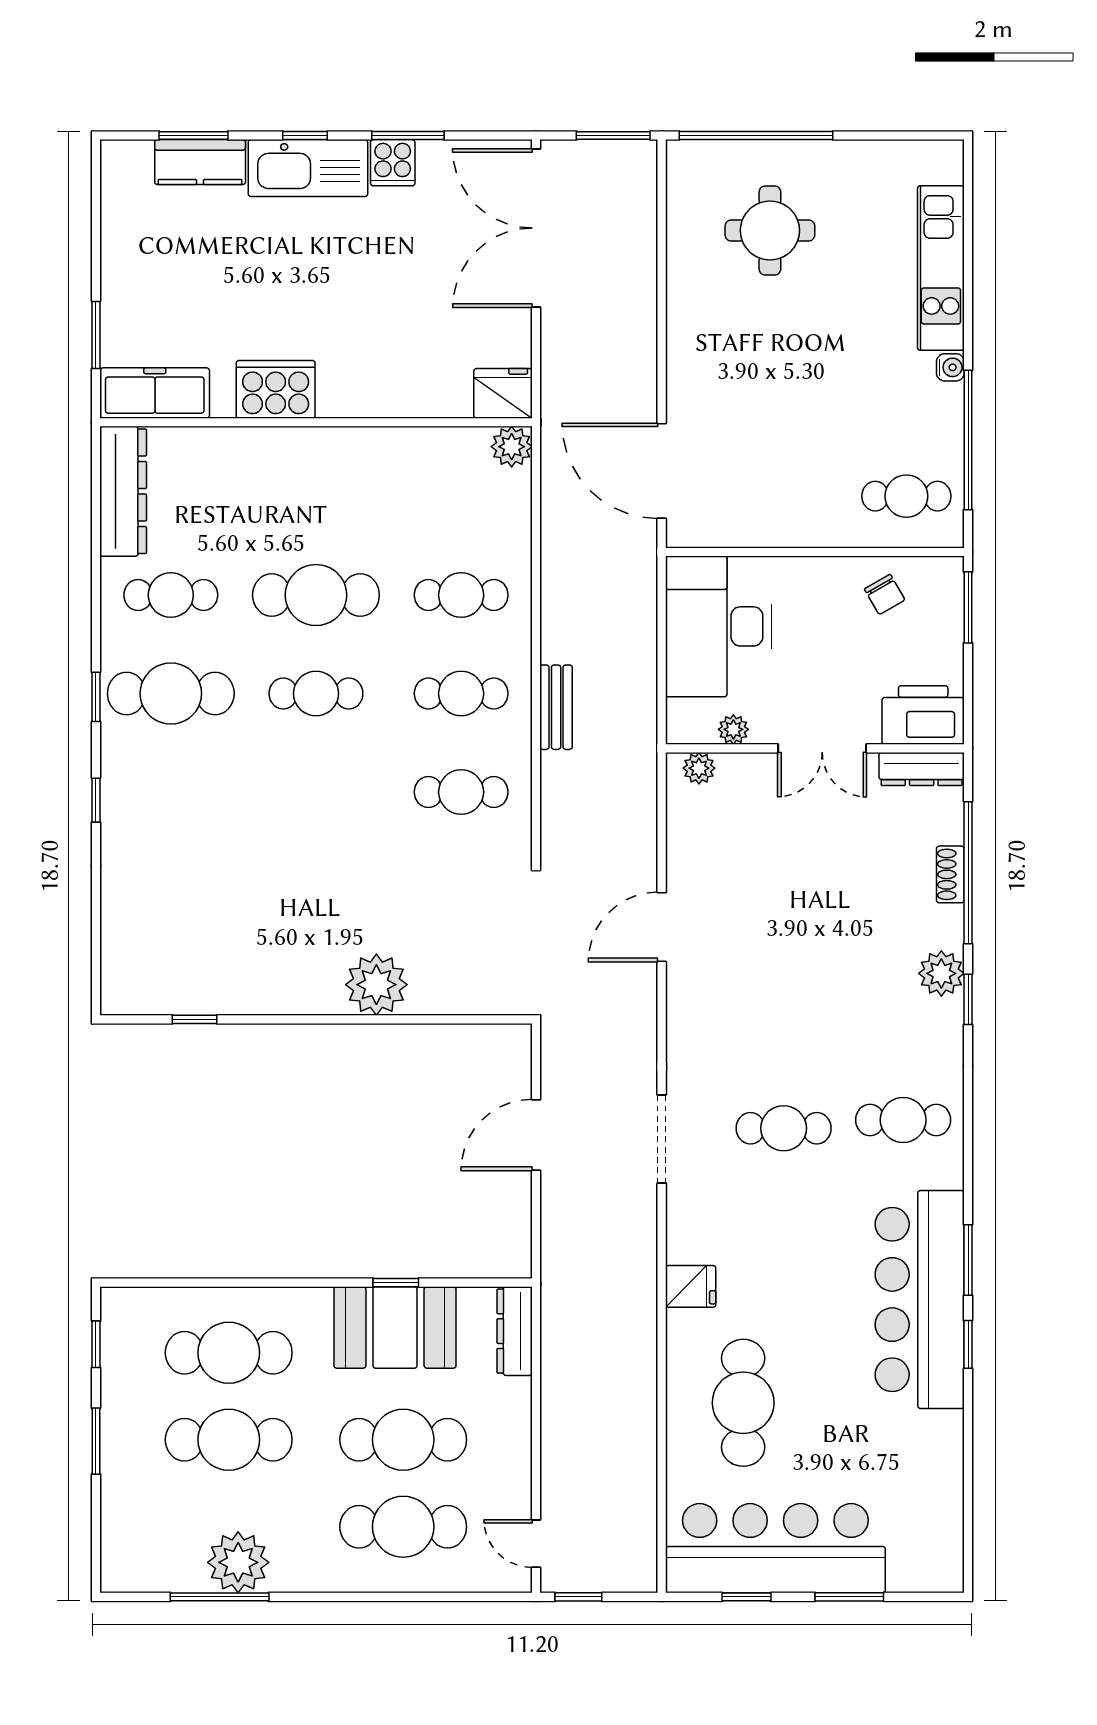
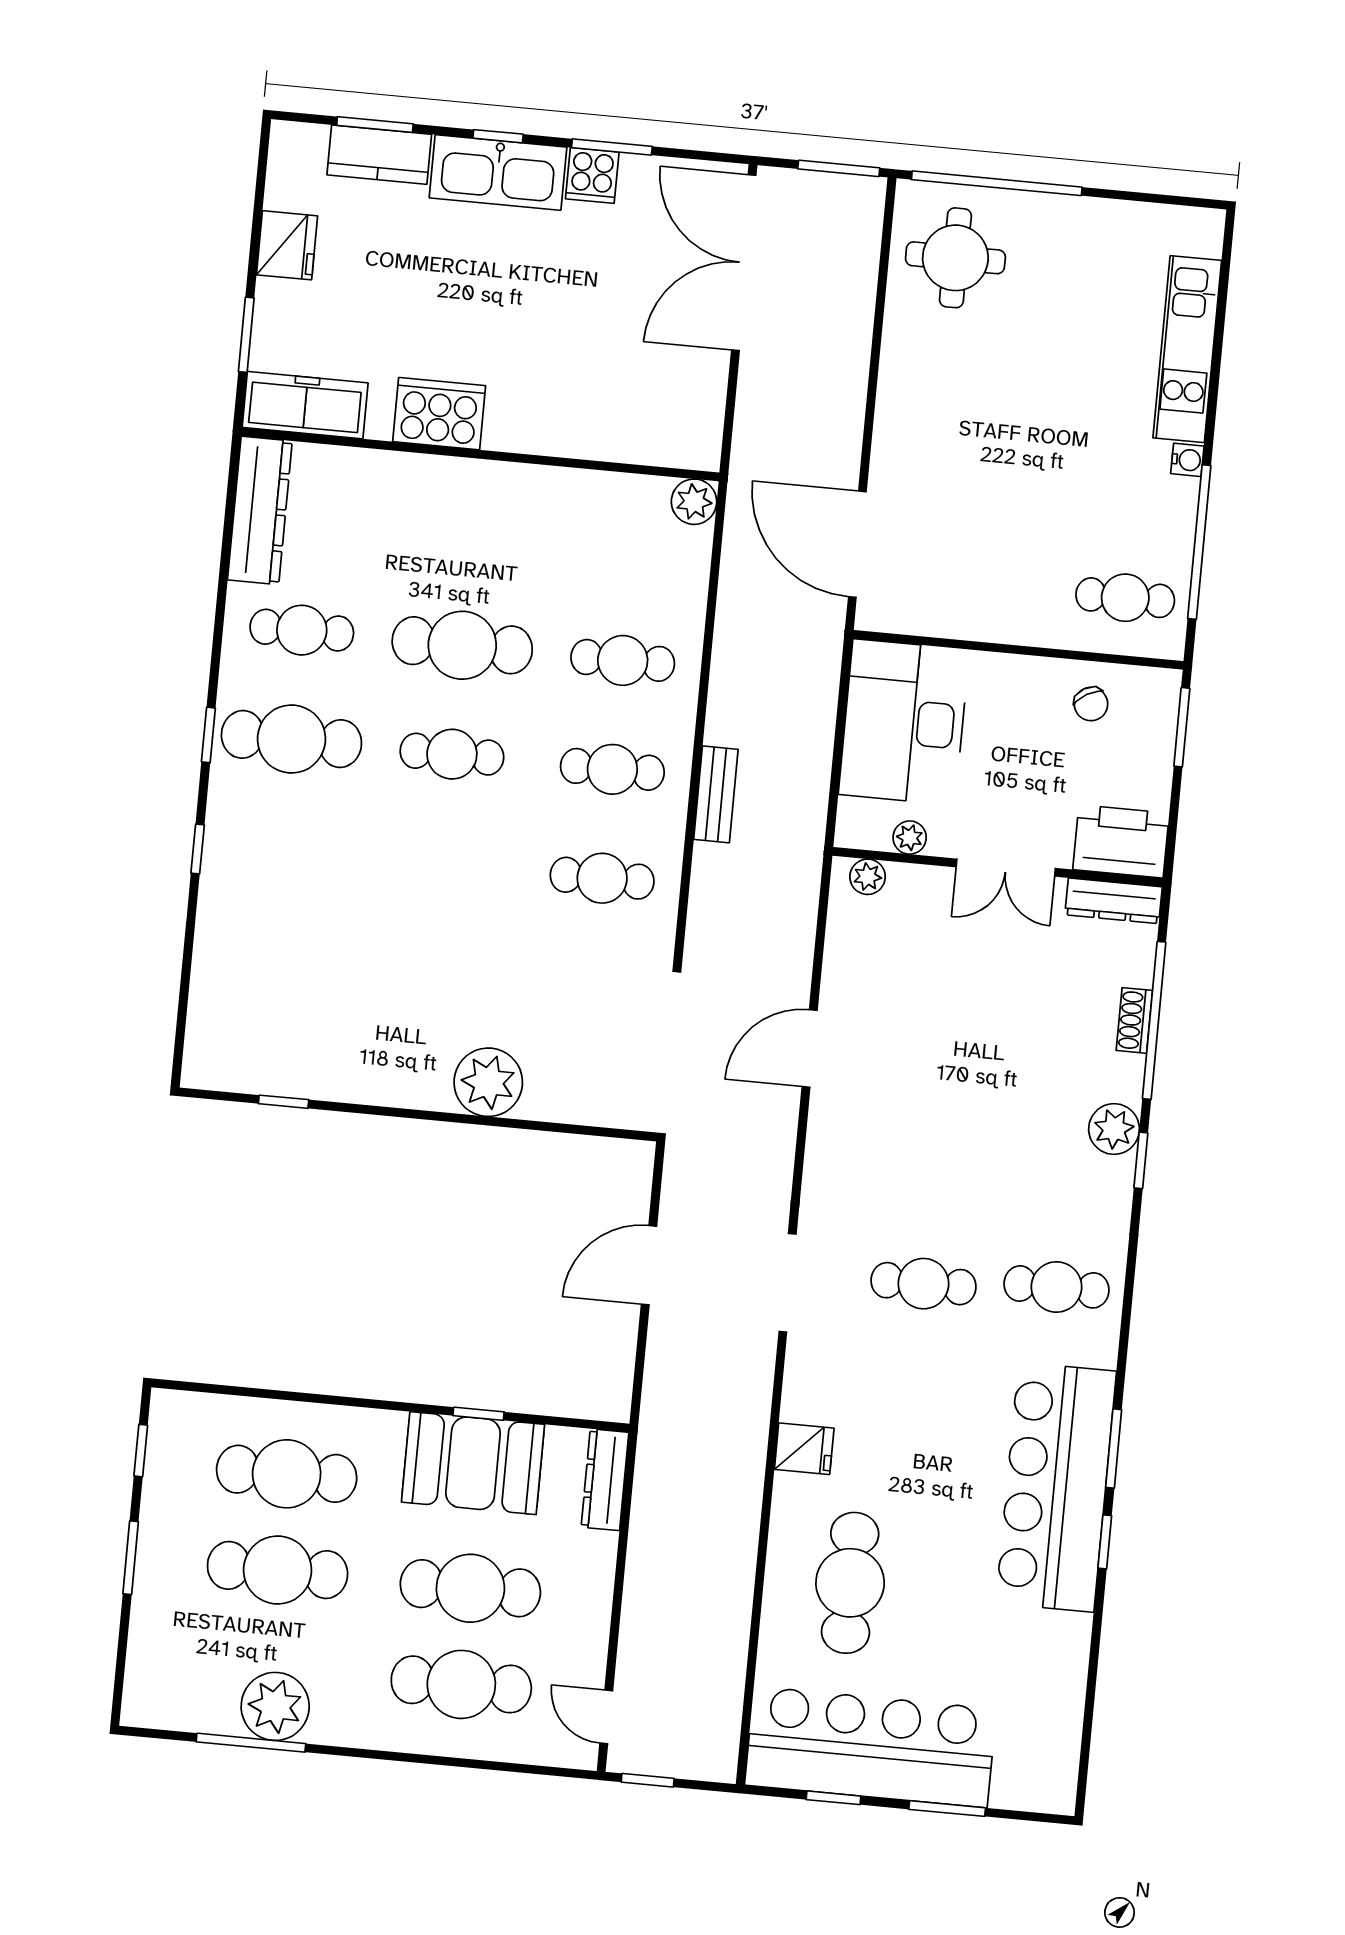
round table: (770, 231) -> (955, 258), moved
fridge: (503, 393) -> (287, 245), moved, turned 90

